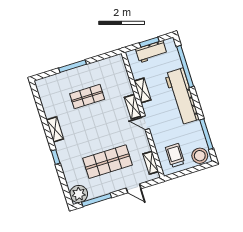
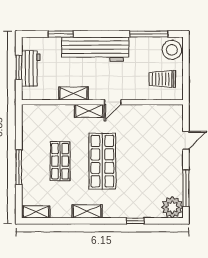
window: (185, 66) -> (61, 34), width x0.47
window: (56, 157) -> (135, 221), moved
shop shelf: (107, 162) -> (102, 161), moved
shelving: (151, 163) -> (36, 212), moved

